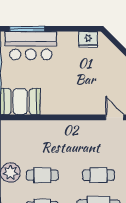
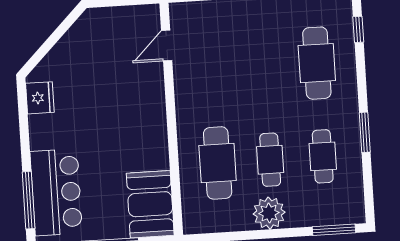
cafe table: (98, 175) -> (218, 163), moved, width x1.37, depth x1.35

